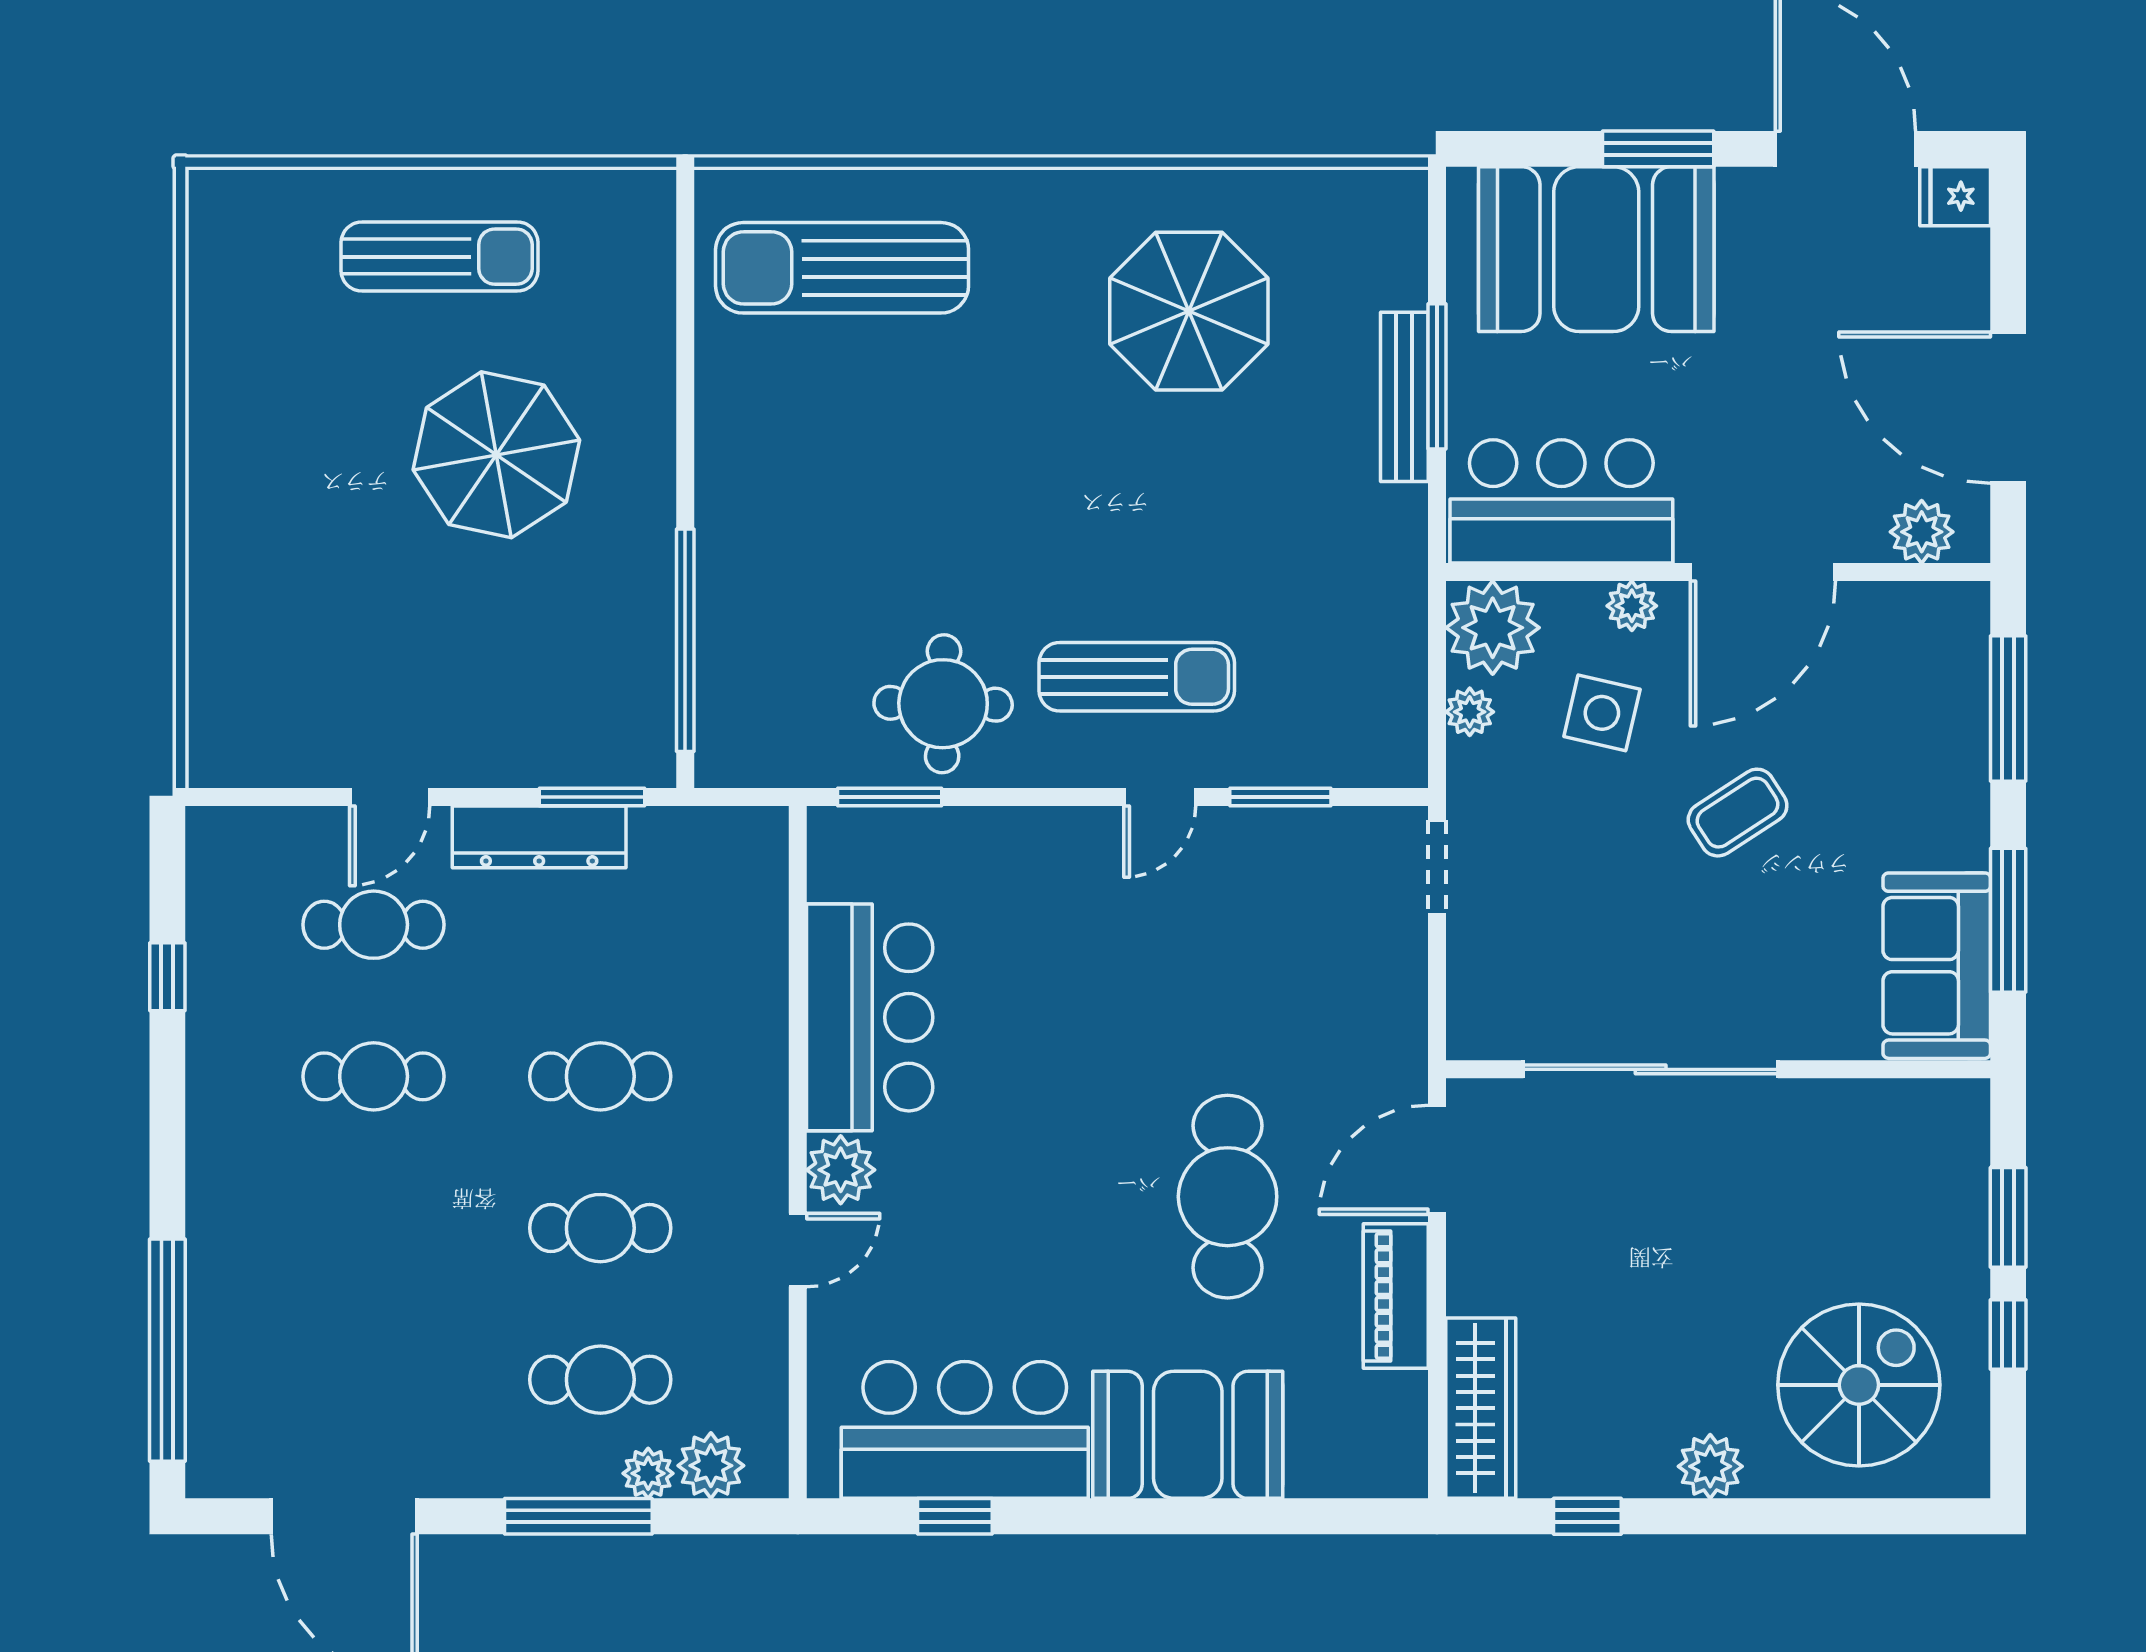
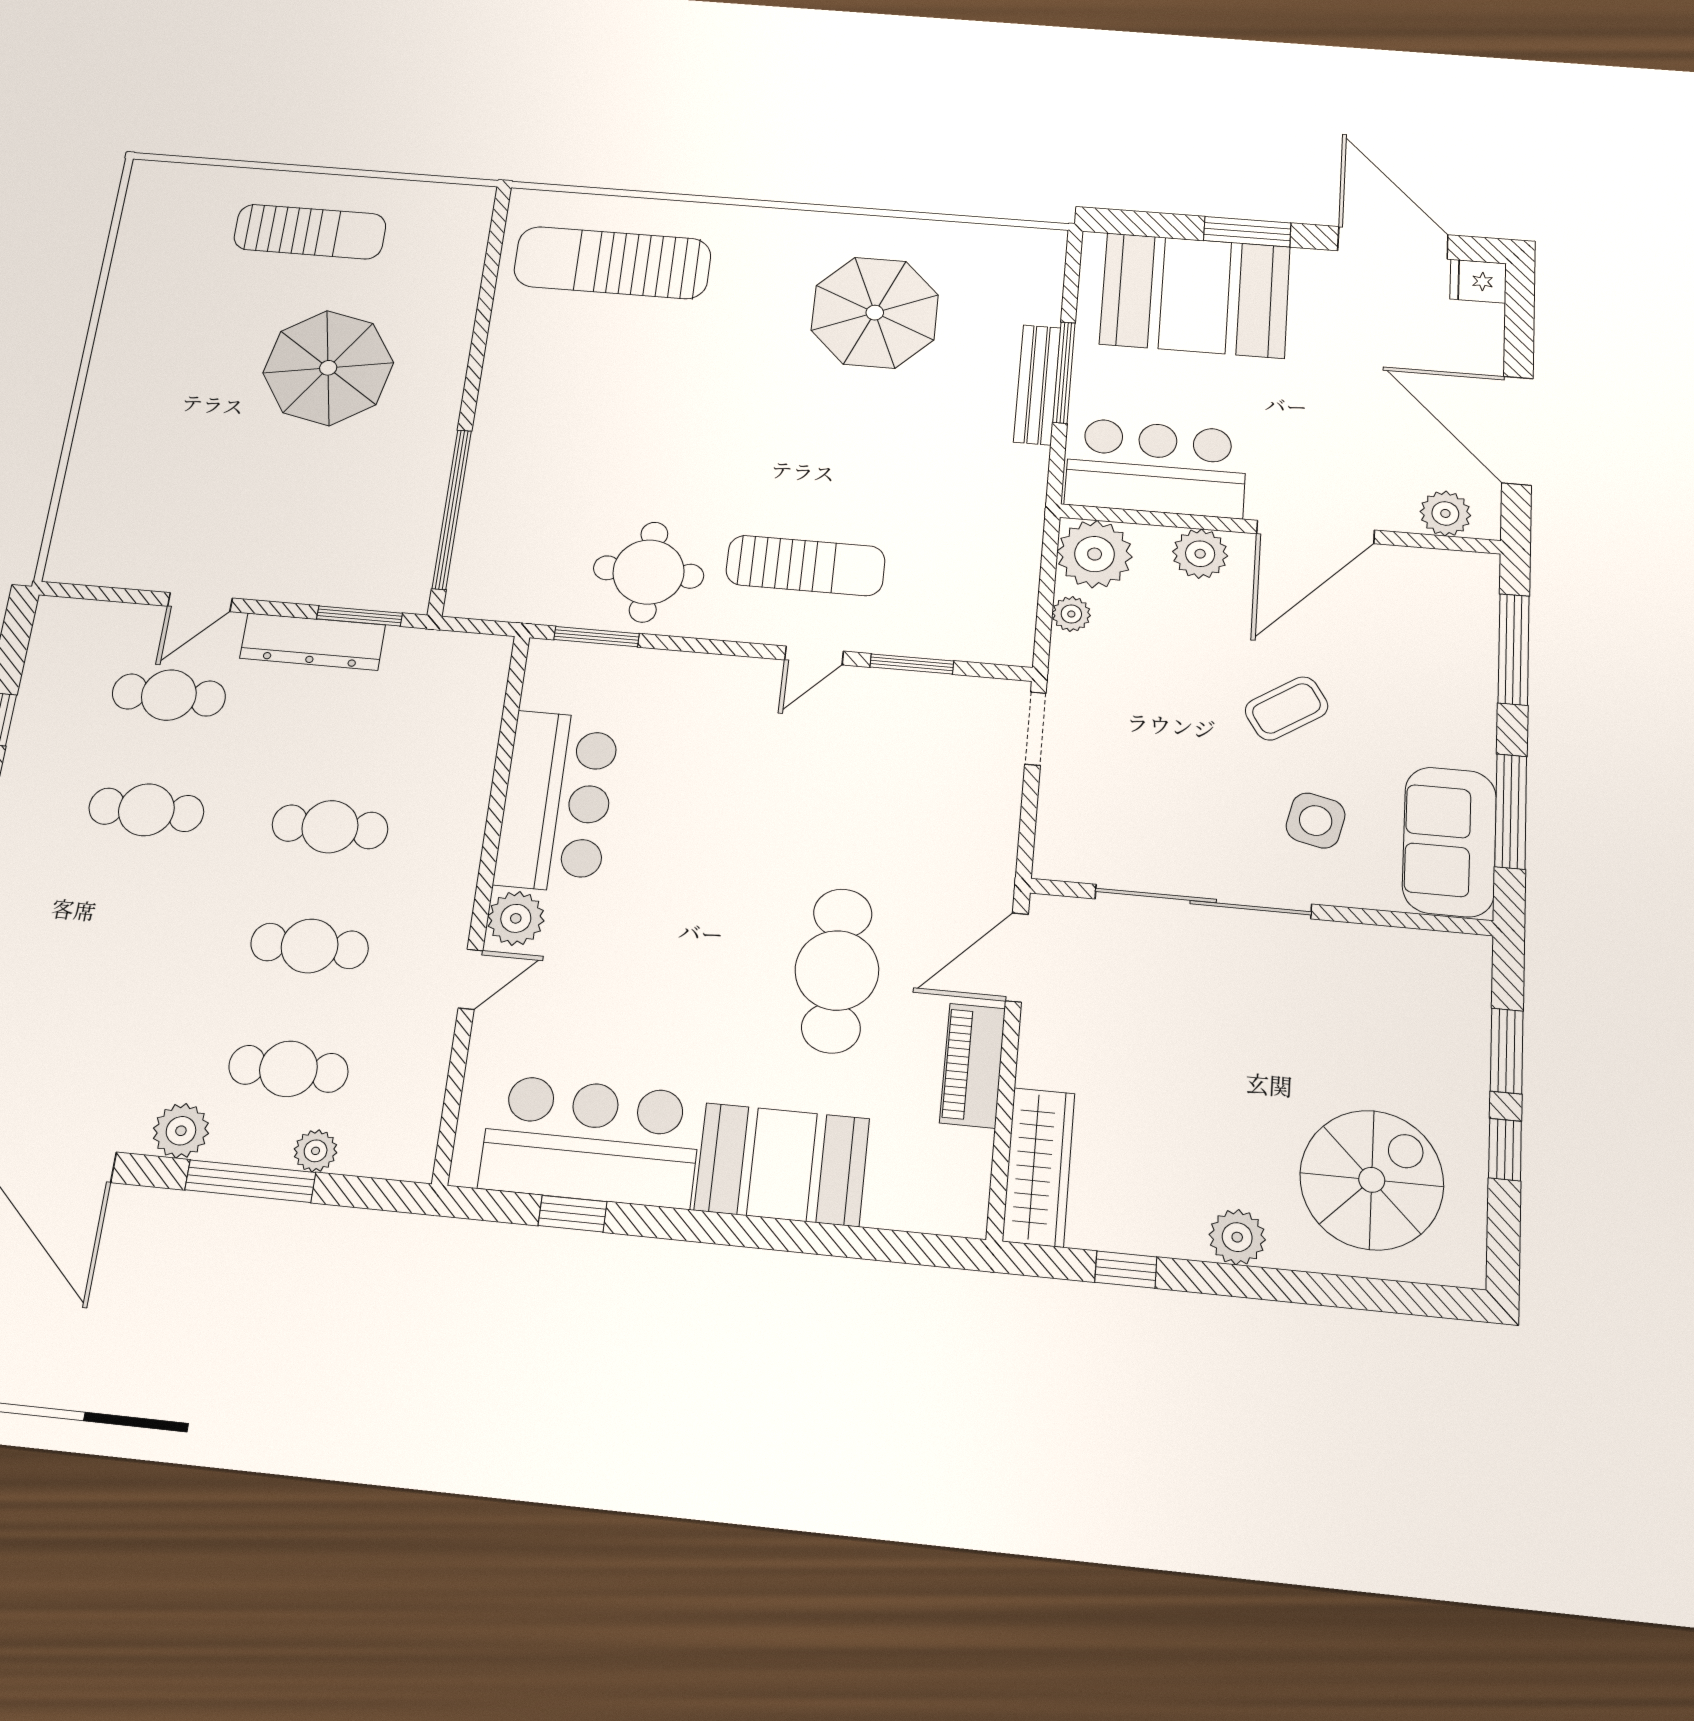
plant: (1632, 606) -> (1200, 554), width x1.38, depth x1.38
side table: (1602, 713) -> (1316, 821), moved
plant: (711, 1466) -> (181, 1131), moved

